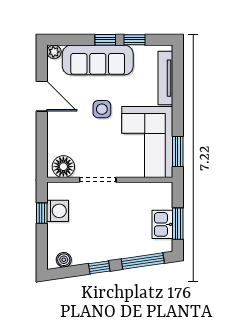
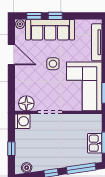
window: (135, 40) -> (34, 16), moved
washing machine: (58, 211) -> (22, 121), moved
window: (42, 213) -> (11, 149), moved

